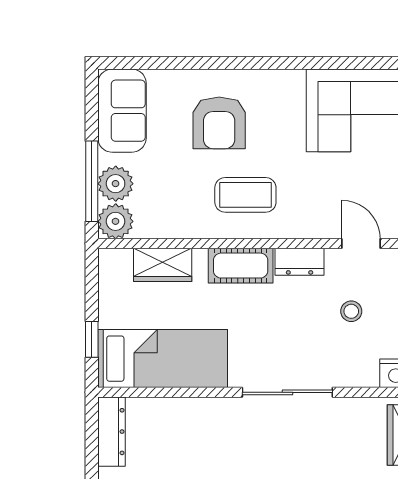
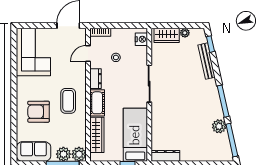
armchair: (219, 123) -> (39, 112), turned 180
wardrobe: (163, 265) -> (97, 135), width x1.50

